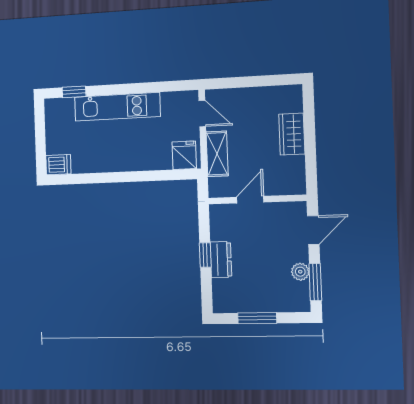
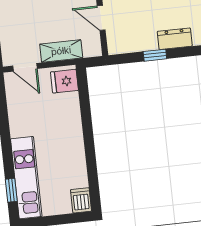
kitchen unit: (117, 107) -> (26, 178), moved
door: (202, 114) -> (25, 67), swing flipped
dresser: (221, 260) -> (175, 39), moved

